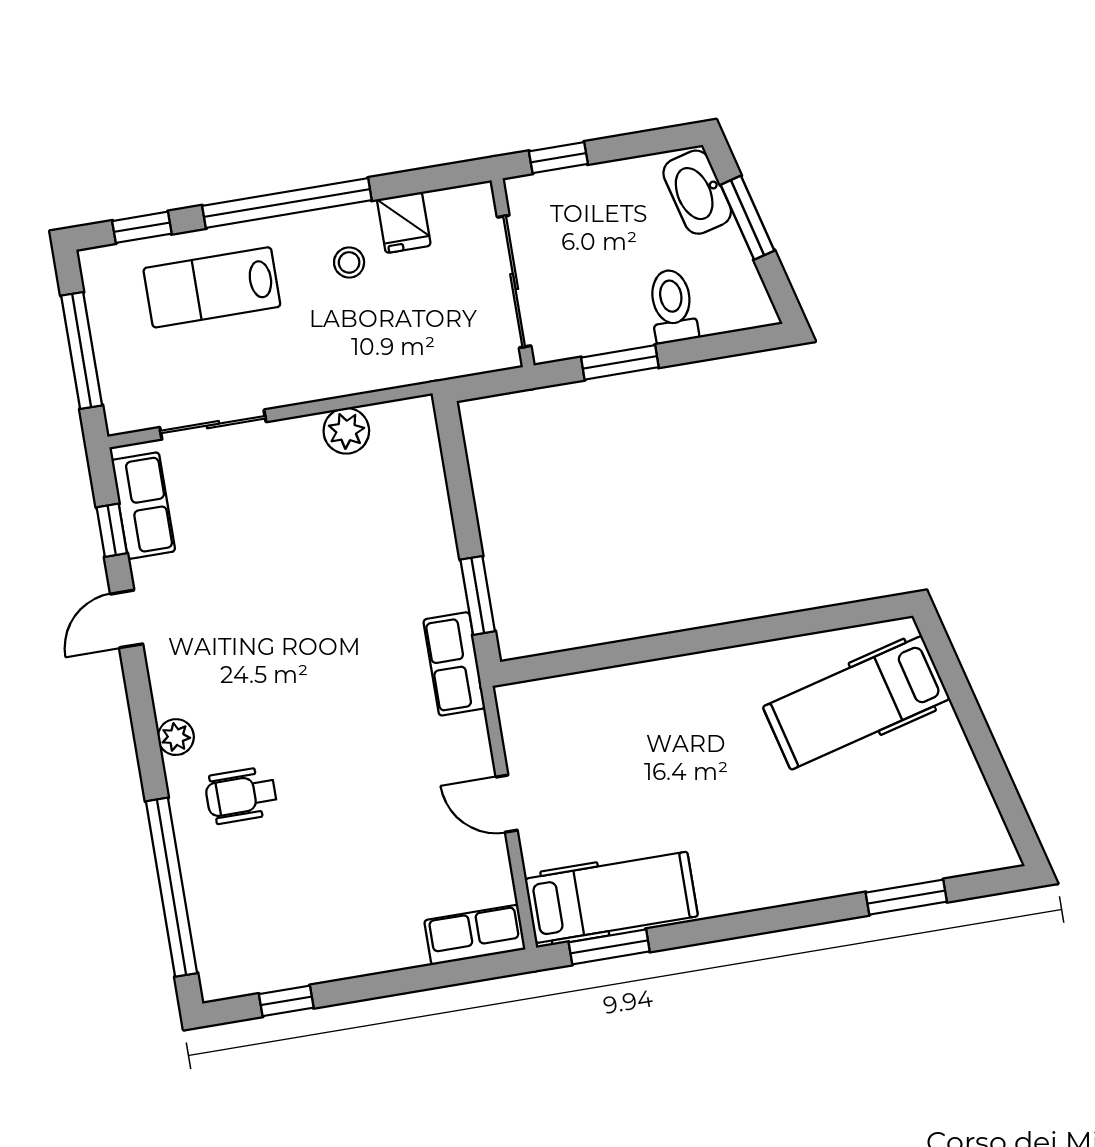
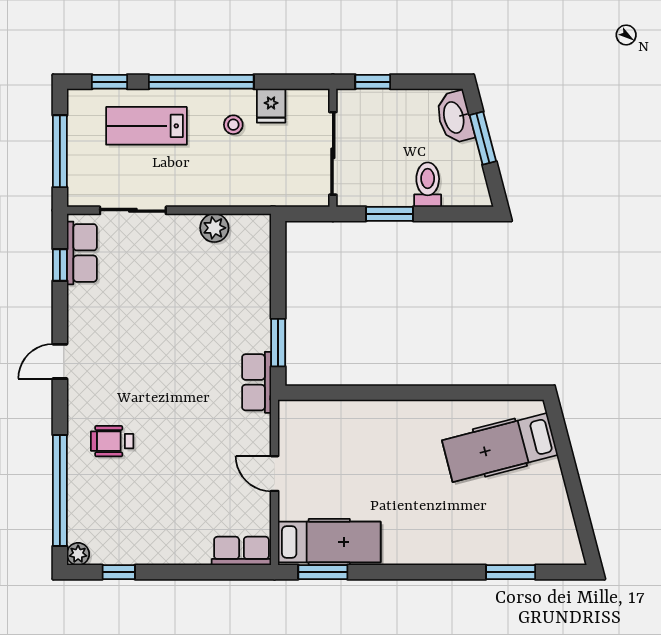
door: (127, 619) -> (60, 361), moved
plant: (176, 737) -> (78, 554), moved

